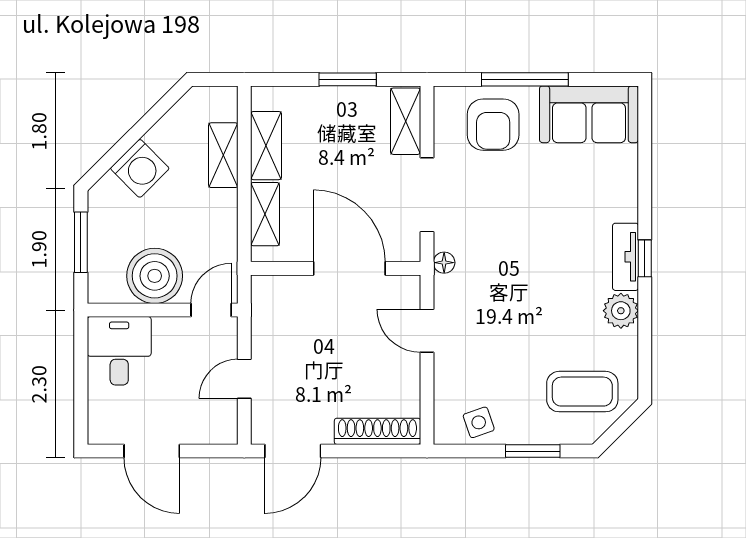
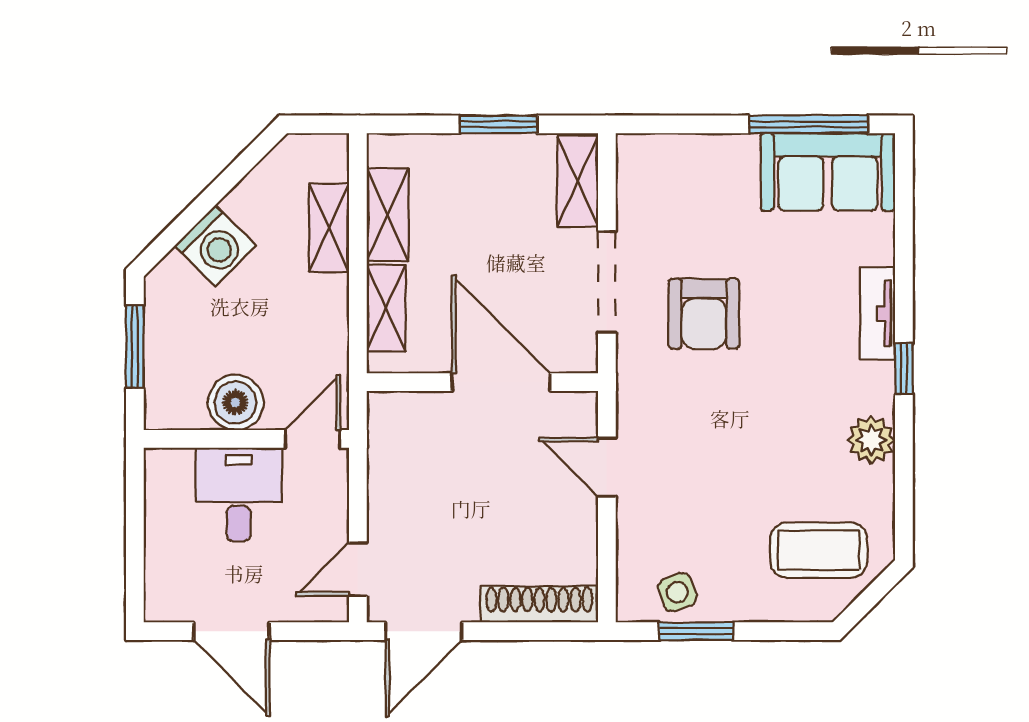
window: (525, 79) -> (809, 124), moved
armchair: (493, 125) -> (704, 314), moved
tv unit: (626, 257) -> (878, 313), moved
floor lamp: (444, 263) -> (630, 374), removed
boiler: (155, 276) -> (235, 402), width x0.73, depth x0.73
desk: (119, 351) -> (239, 495), moved
door: (244, 379) -> (358, 569), moved
window: (533, 451) -> (696, 631), moved

